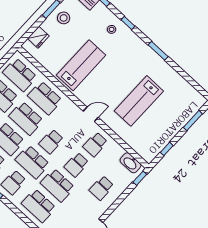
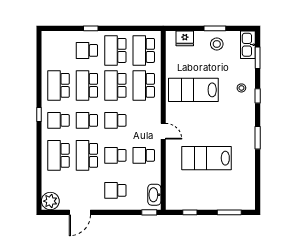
lab bench: (81, 65) -> (193, 90), turned 180
school desk: (32, 162) -> (87, 120), width x0.54

